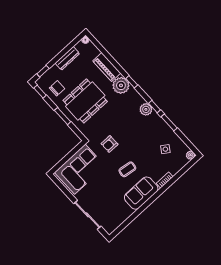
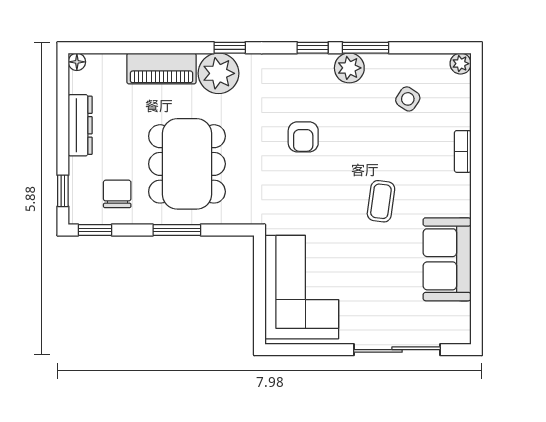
plant: (146, 109) -> (349, 68), moved
armchair: (110, 144) -> (303, 137), moved
sofa: (141, 193) -> (447, 259), moved

